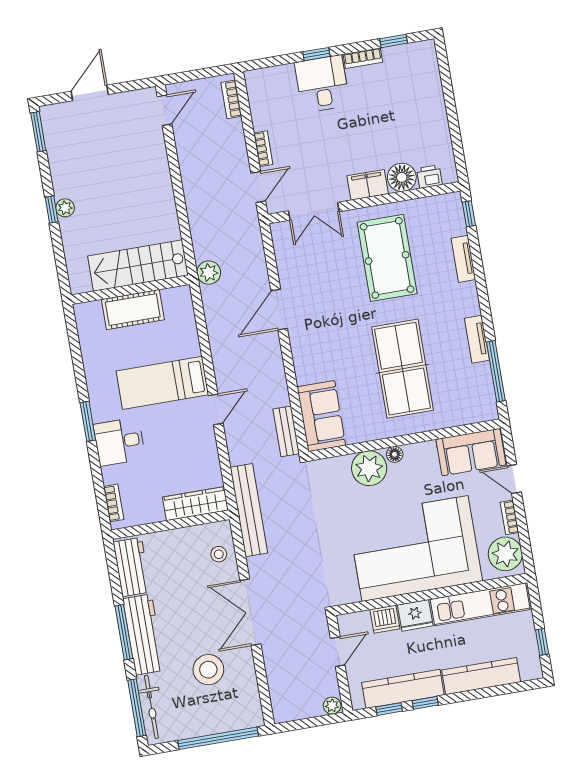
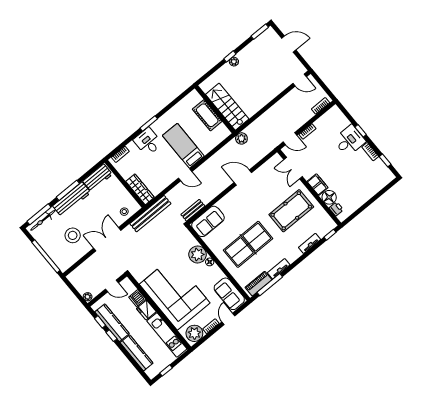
piano: (483, 390) -> (259, 284), added

